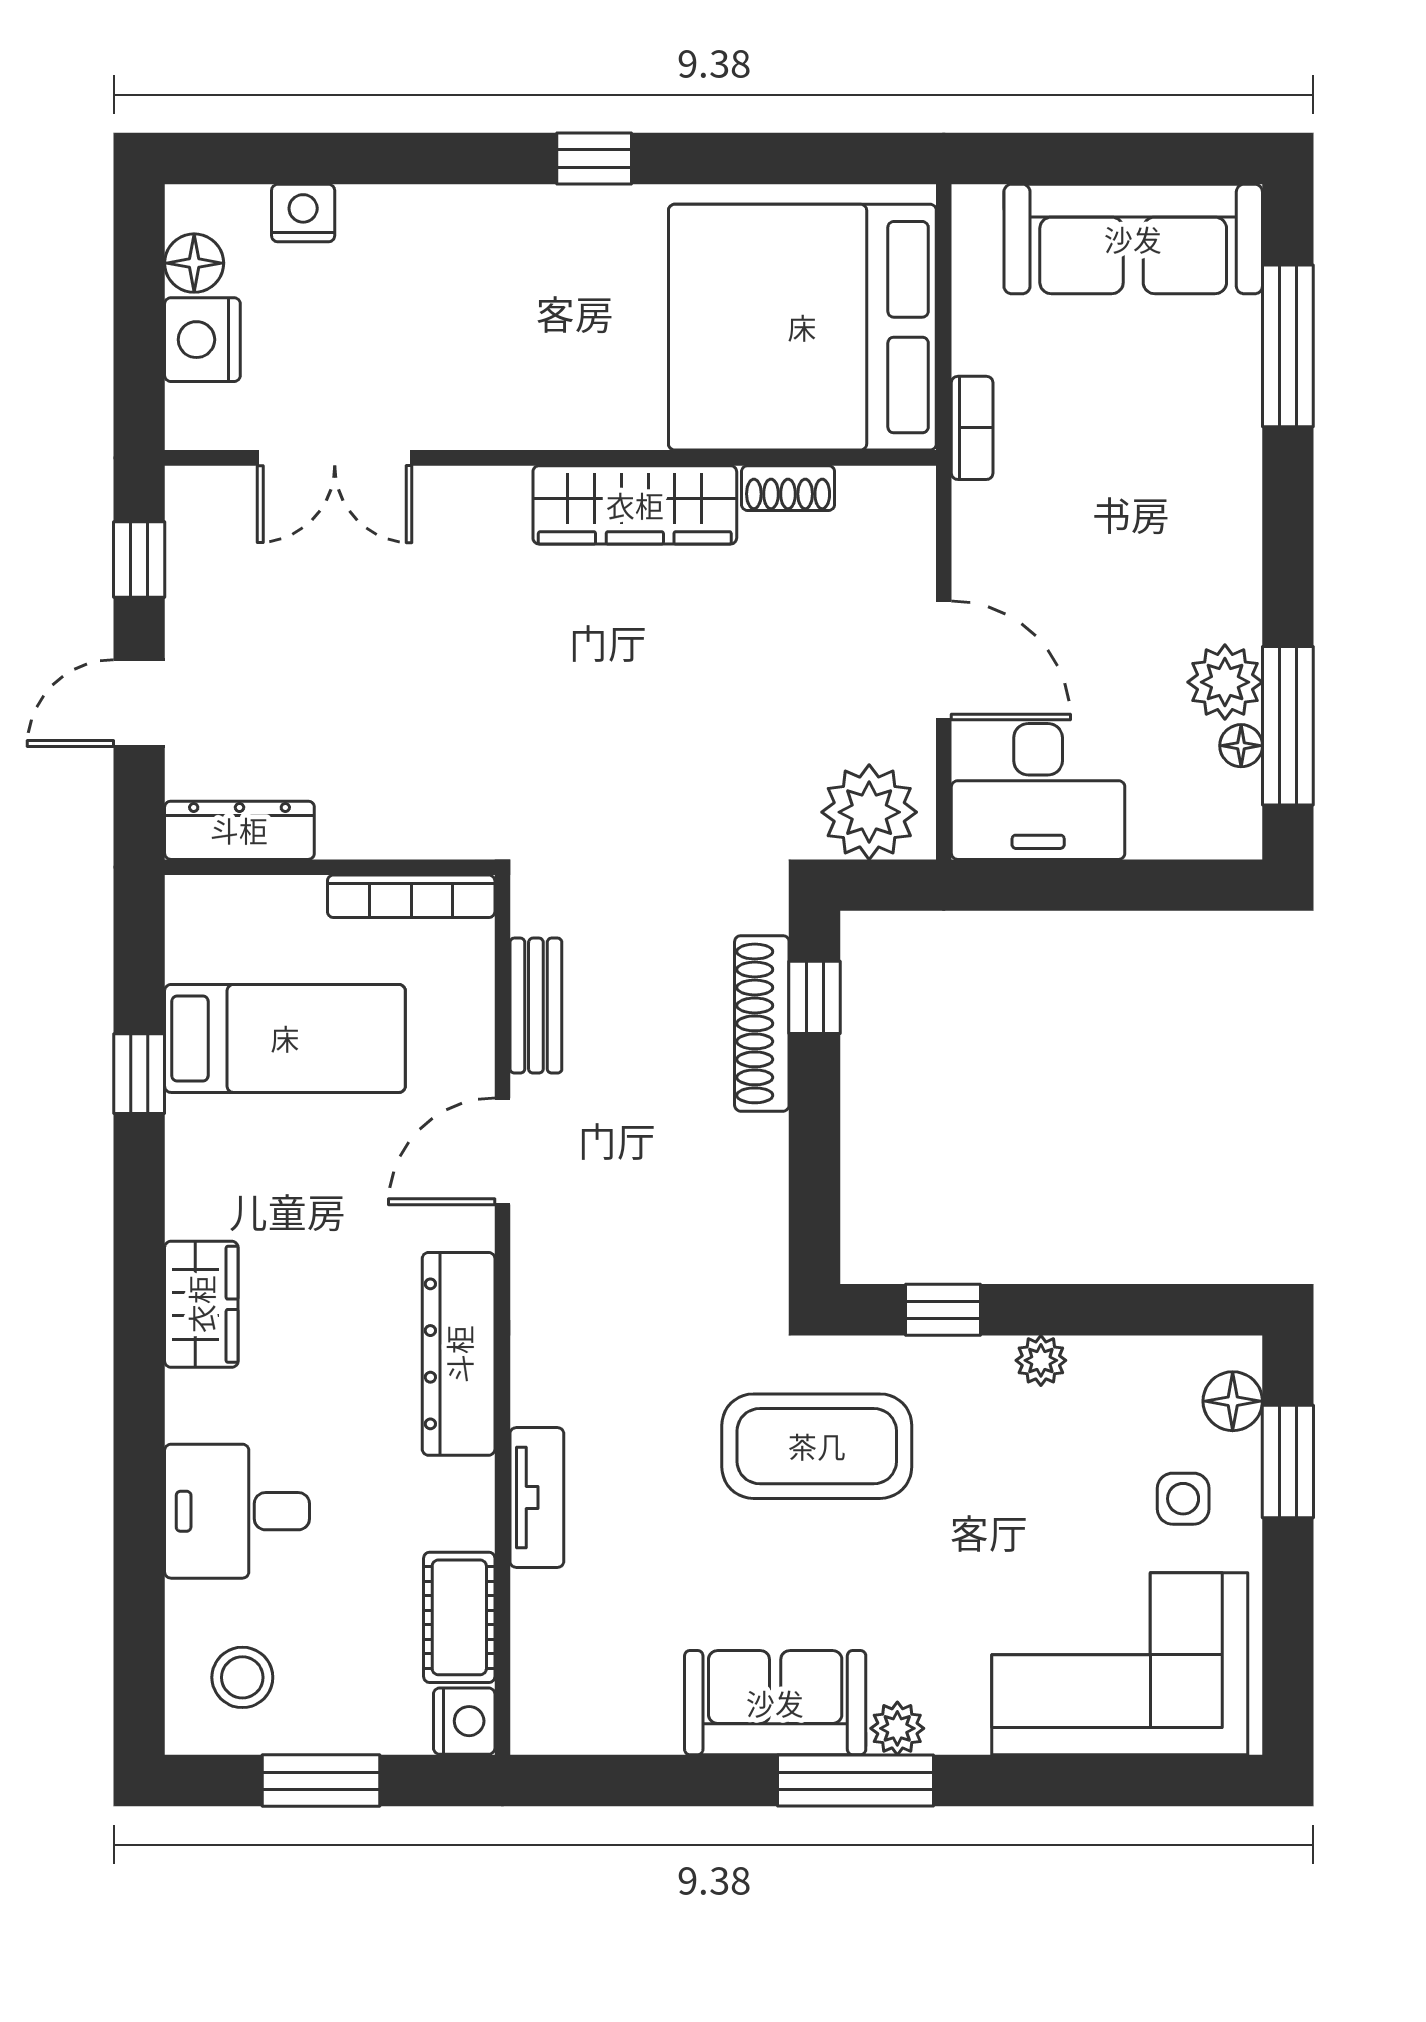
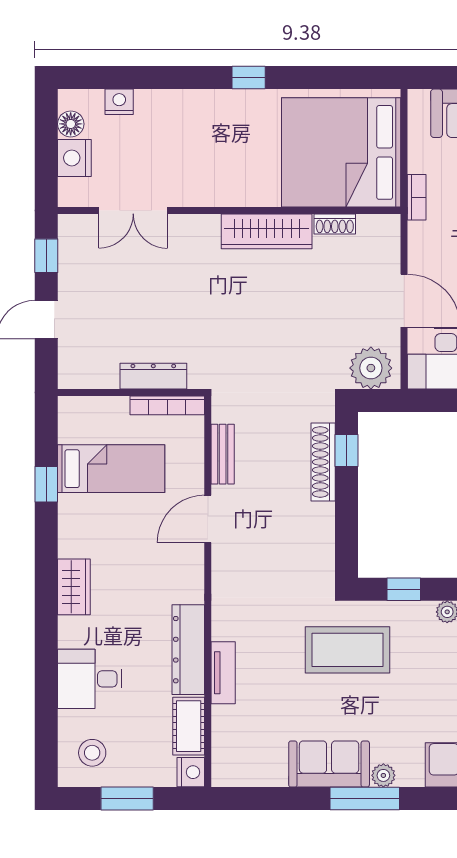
dresser: (239, 830) -> (153, 376), moved
dresser: (459, 1354) -> (188, 650), moved

